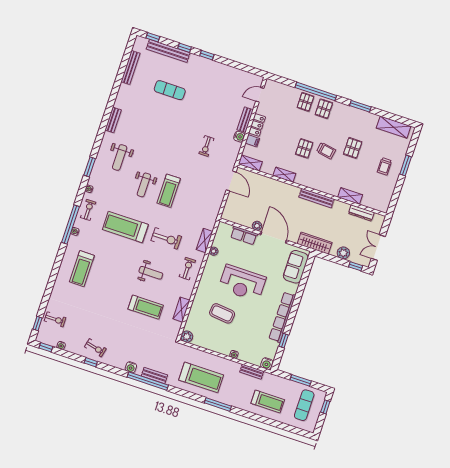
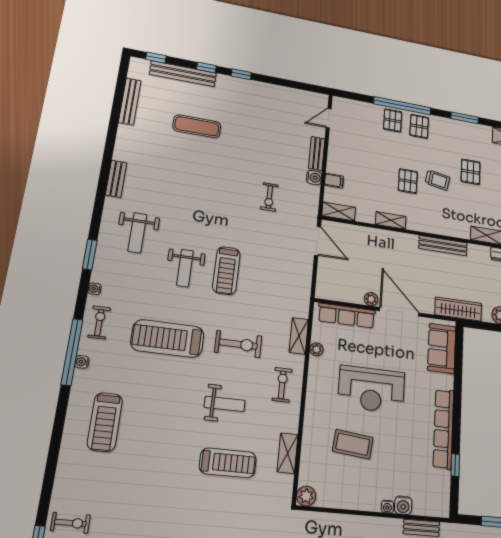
locker: (257, 125) -> (335, 158), removed
row of seats: (244, 235) -> (347, 316), width x1.48
water cooler: (267, 364) -> (403, 505), moved

